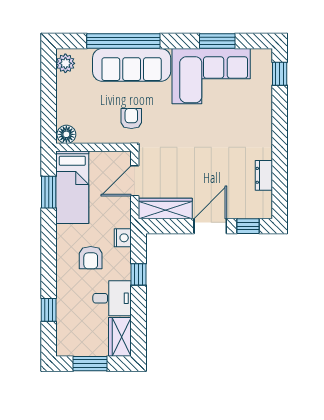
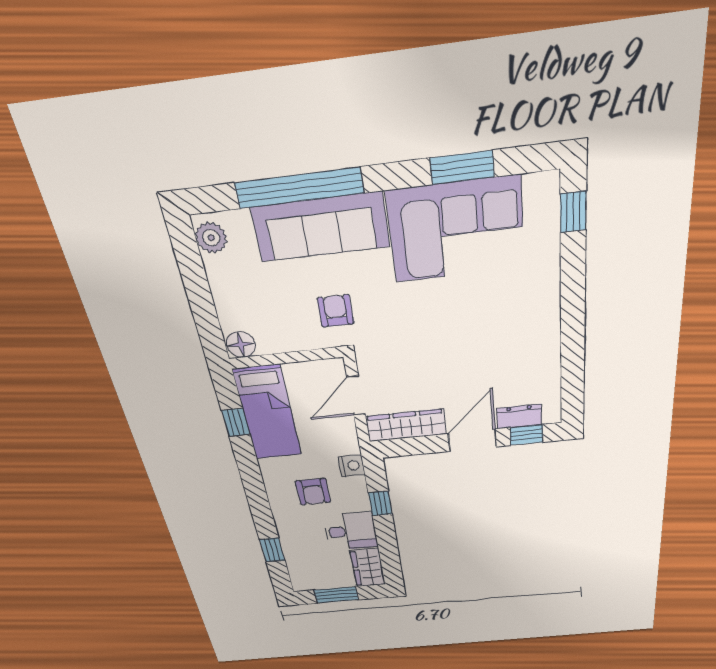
dresser: (264, 175) -> (519, 416), moved, turned 90
window: (49, 192) -> (236, 422), width x0.67

